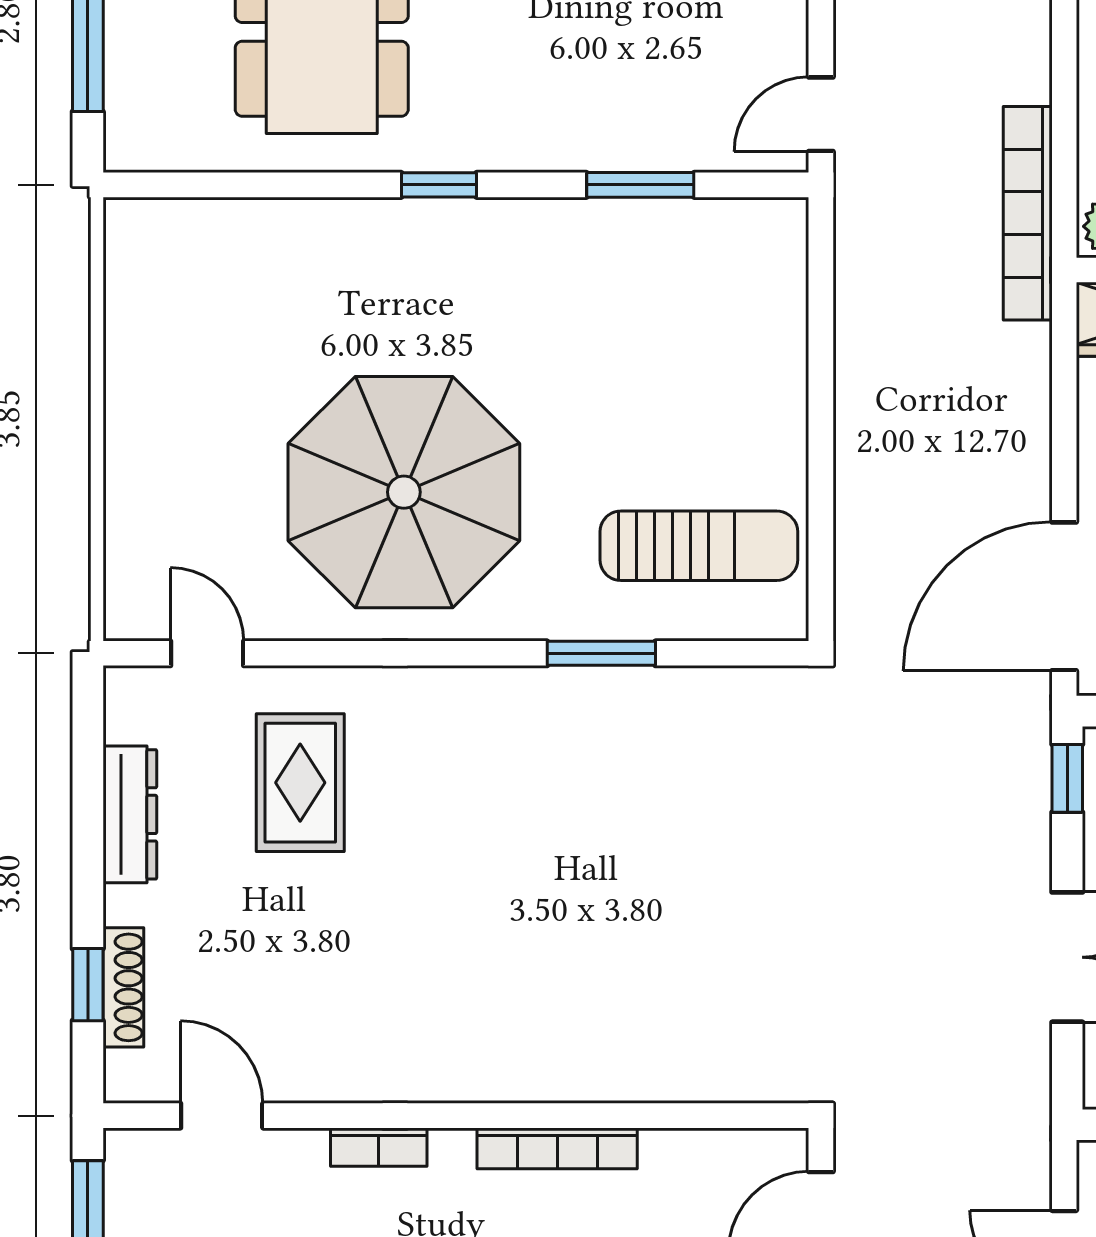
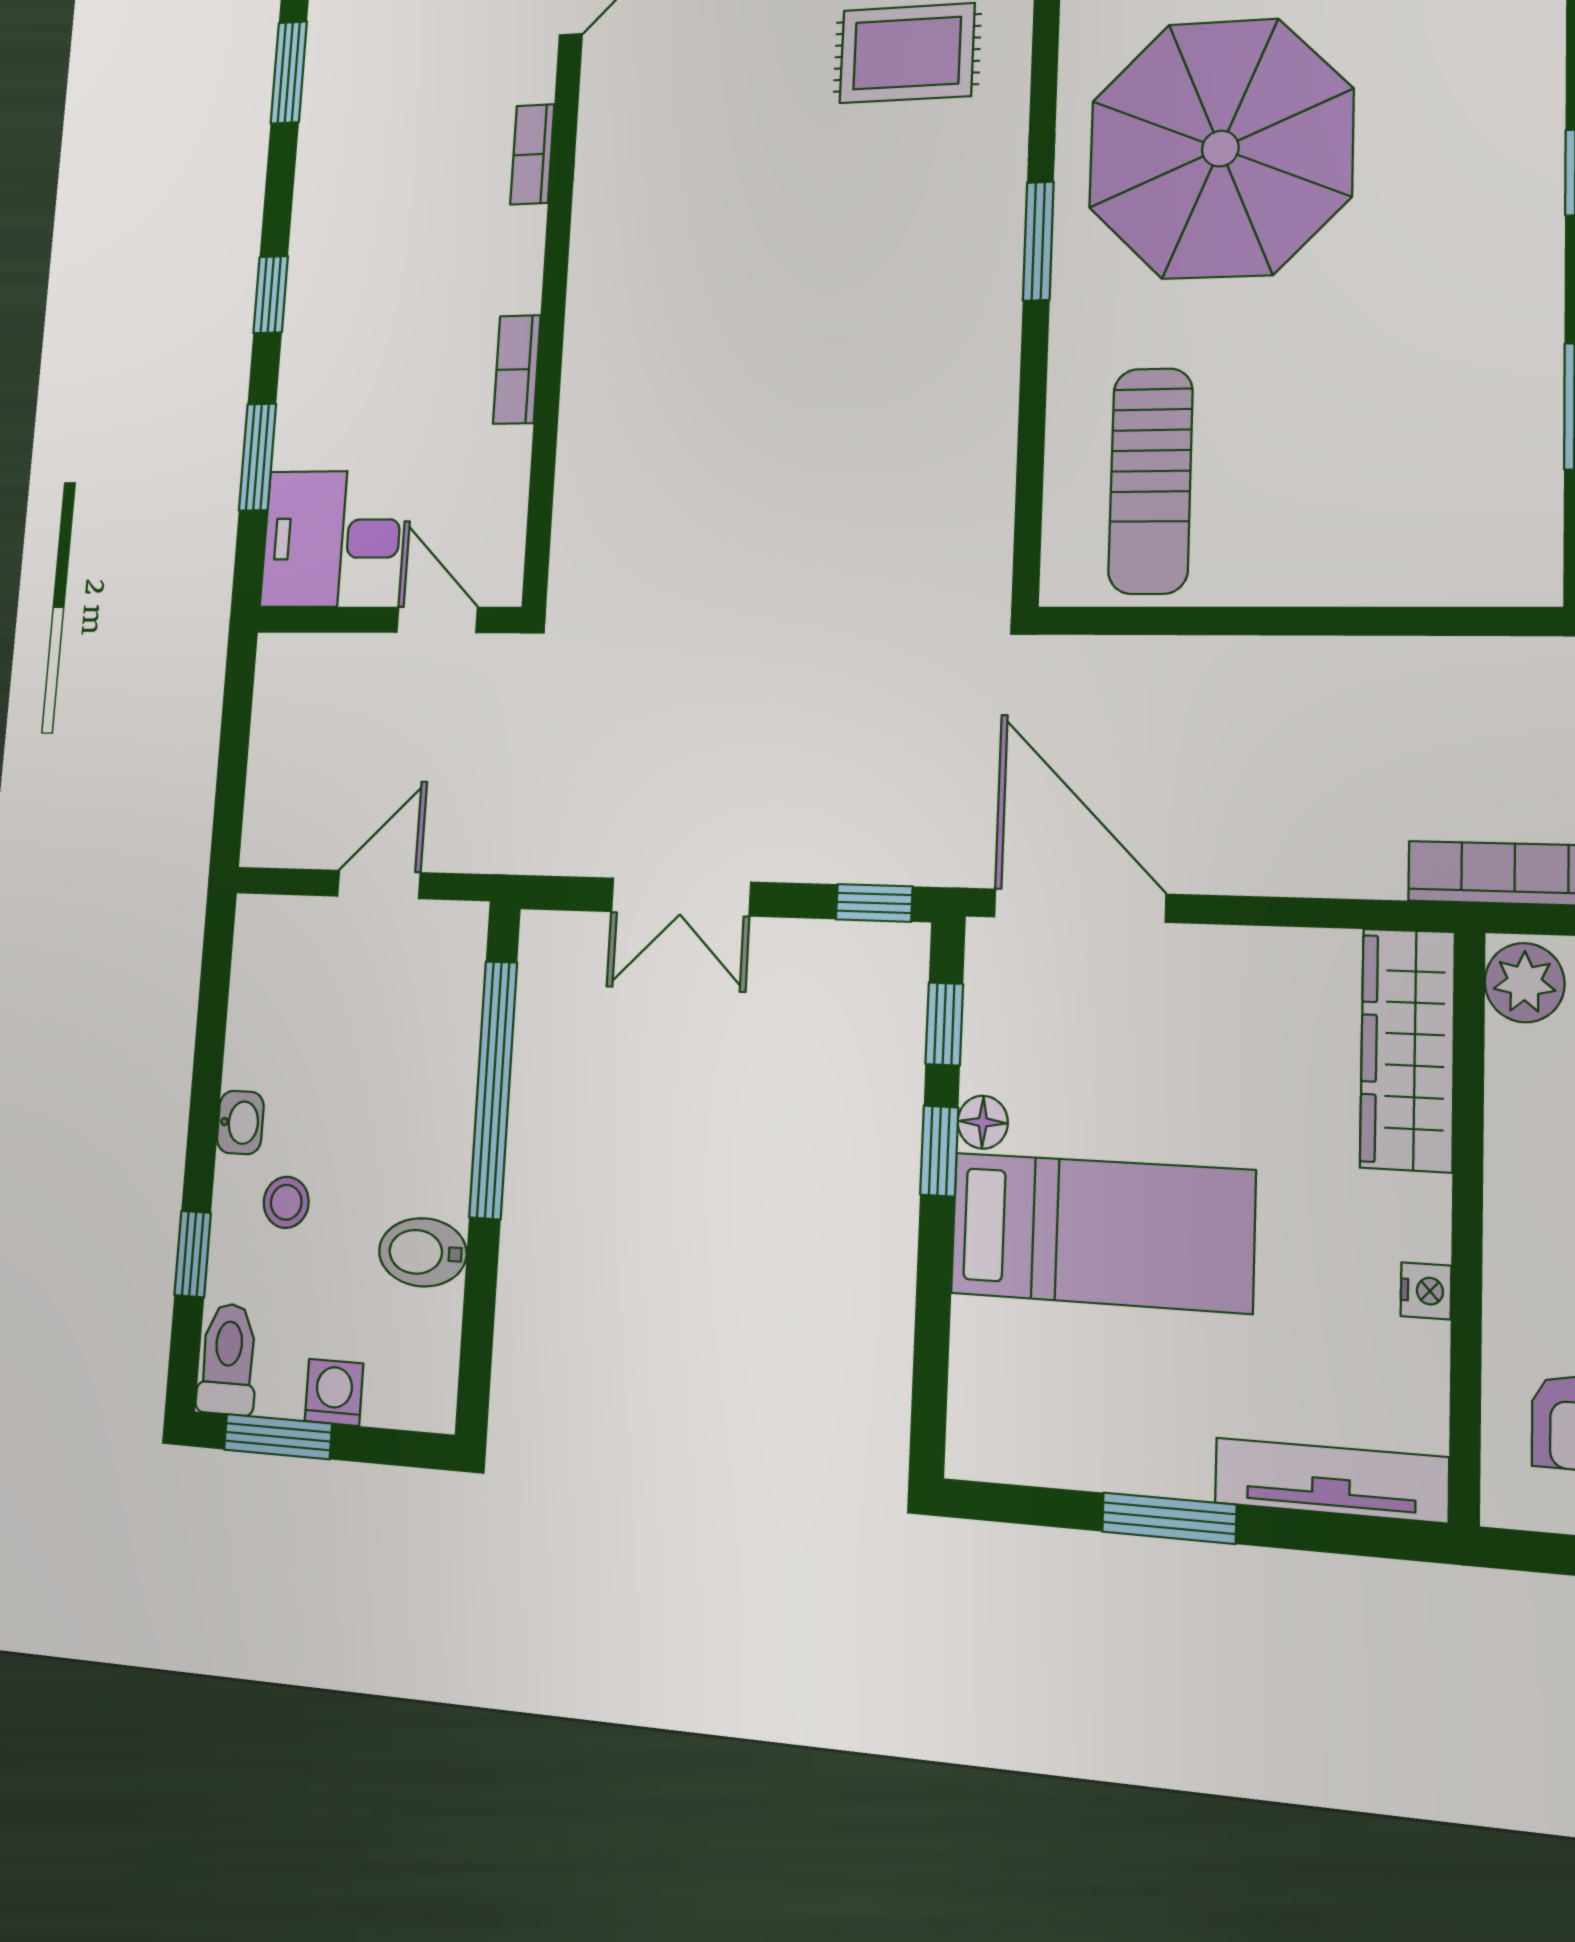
window: (601, 653) -> (1038, 241), moved
bookcase: (557, 1148) -> (517, 369), width x0.64

